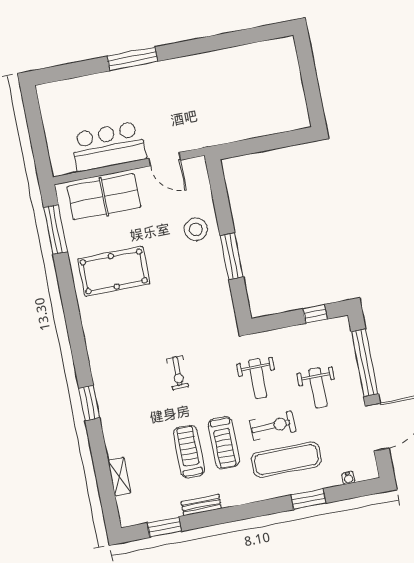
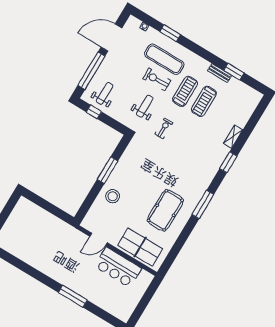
door: (165, 159) -> (98, 239), swing flipped
window: (56, 229) -> (203, 204), moved
pool table: (114, 271) -> (165, 210), turned 90
exercise bike: (178, 373) -> (164, 128), moved
weight bench: (318, 388) -> (105, 93), moved
shelving: (119, 477) -> (233, 137), moved
window: (164, 527) -> (234, 72), moved

